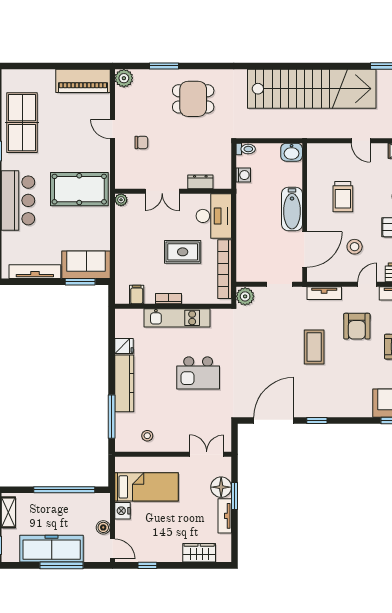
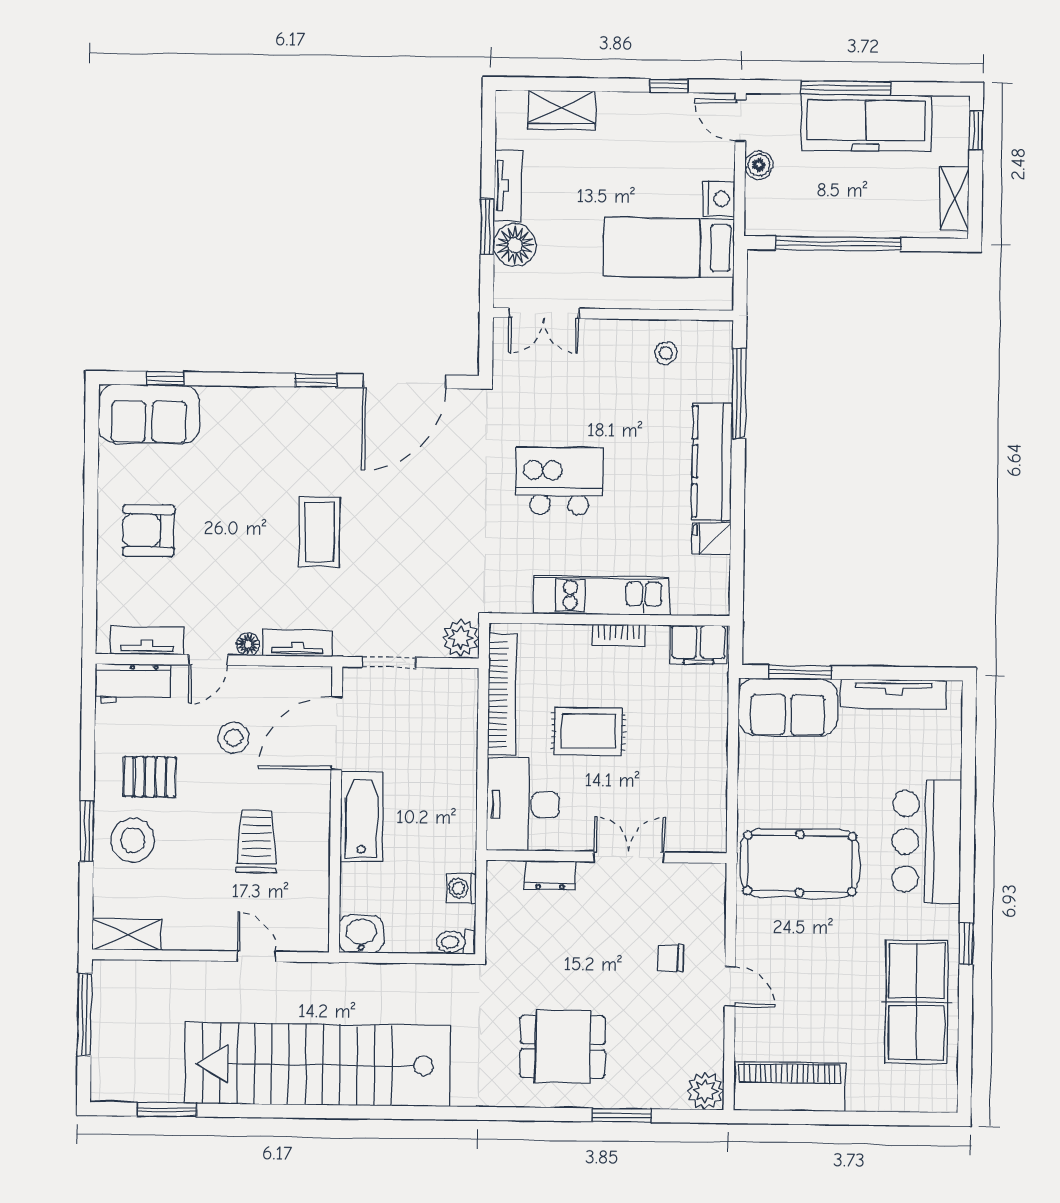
door: (361, 141) -> (256, 956), moved
plant: (121, 200) -> (714, 840), removed
floor lamp: (348, 292) -> (248, 644), added
filing cabinet: (137, 295) -> (699, 645), width x2.00
armchair: (357, 326) -> (231, 574), removed

